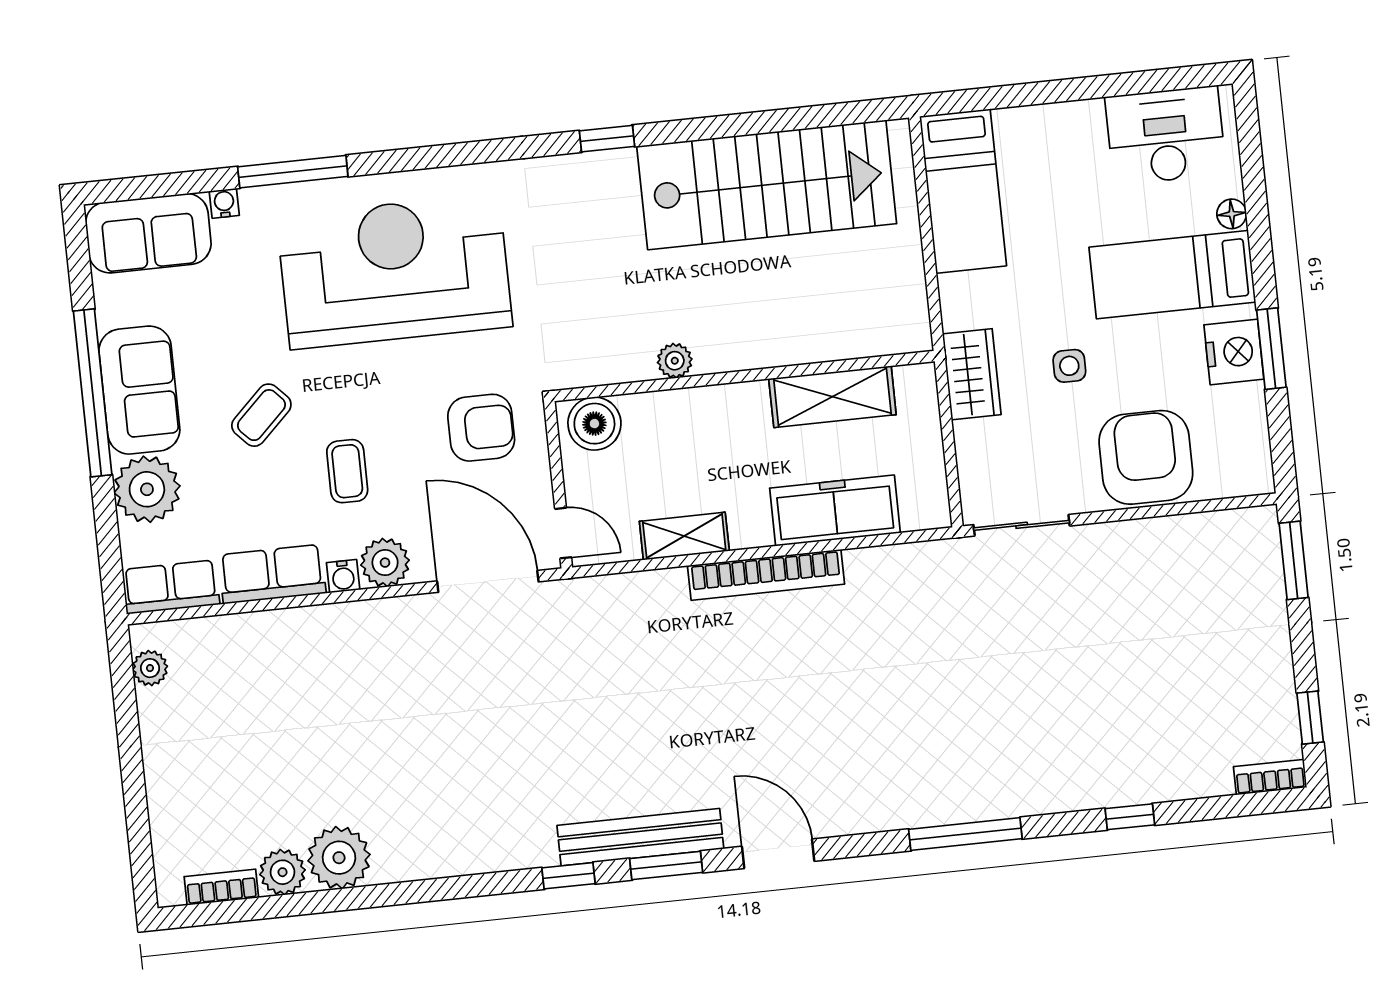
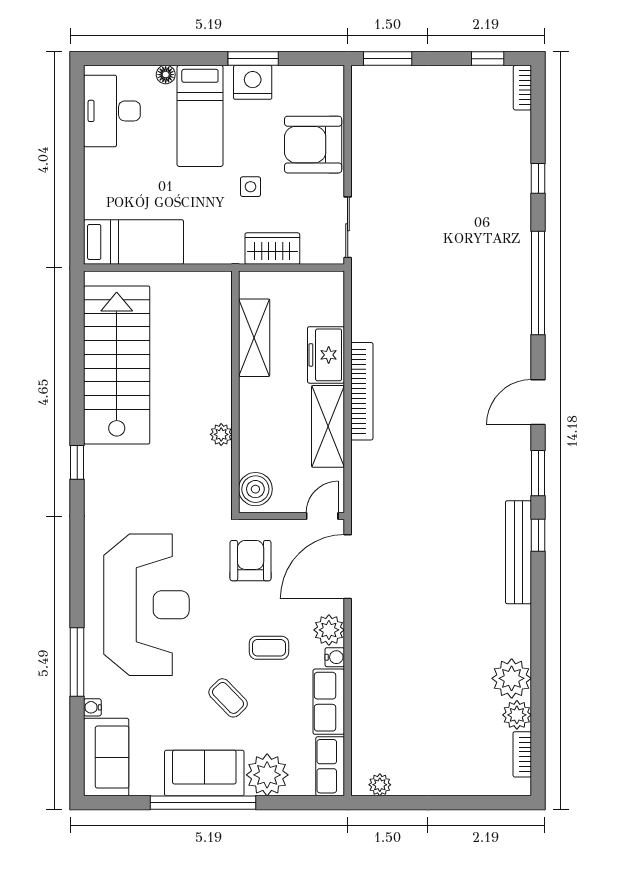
reception desk: (394, 271) -> (146, 605), turned 180
wardrobe: (972, 374) -> (272, 249), moved
freezer: (835, 511) -> (326, 355), width x0.71
shelving: (684, 536) -> (328, 426), width x1.50, depth x1.33
window: (965, 834) -> (538, 283), width x1.46
bench: (640, 837) -> (518, 552), moved

